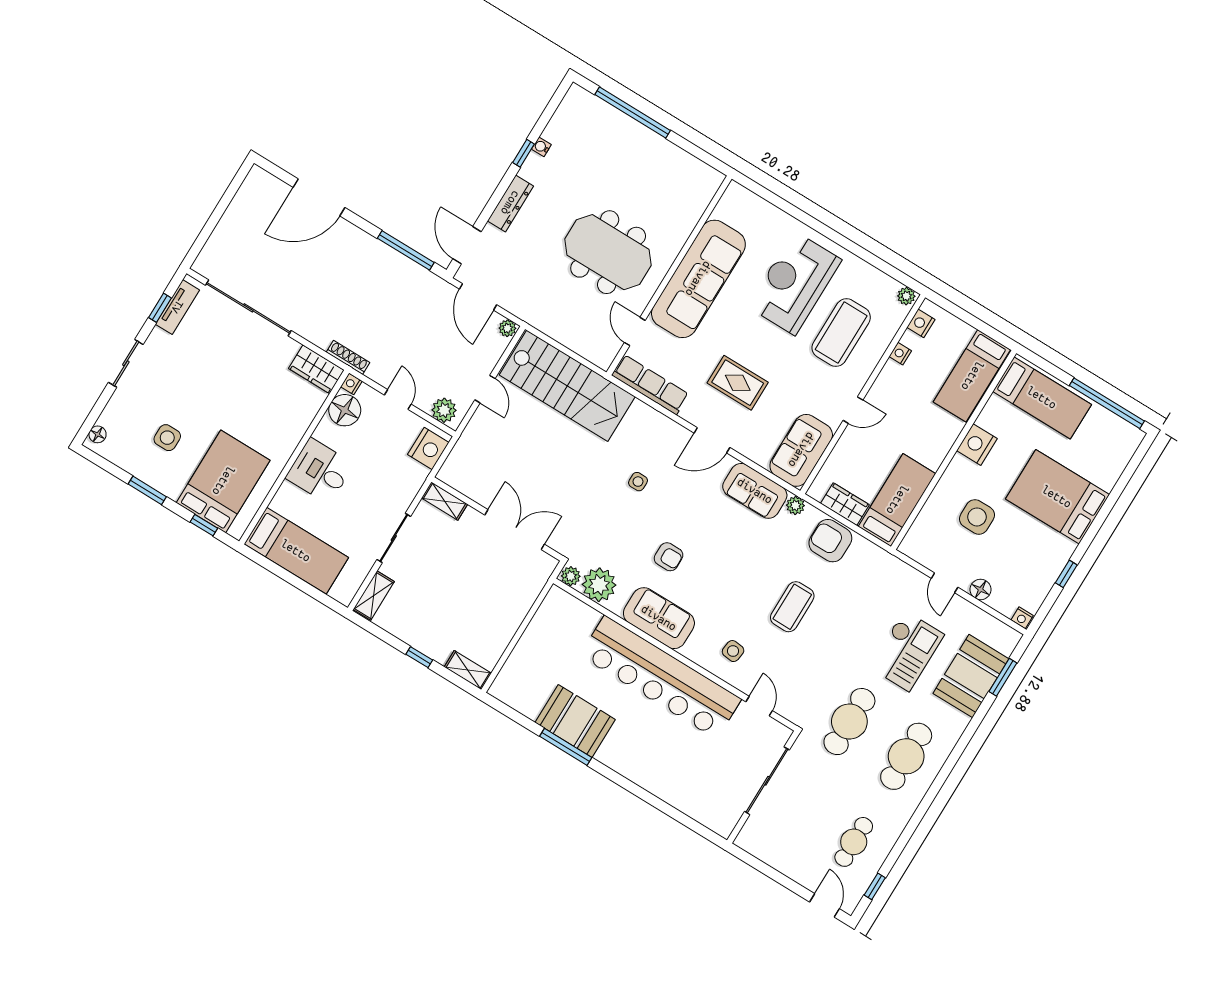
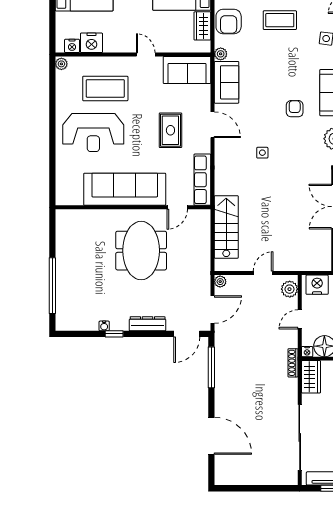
nightstand: (900, 354) -> (91, 43), width x1.89, depth x1.79
stairs: (567, 386) -> (226, 227), width x0.73, depth x0.66

